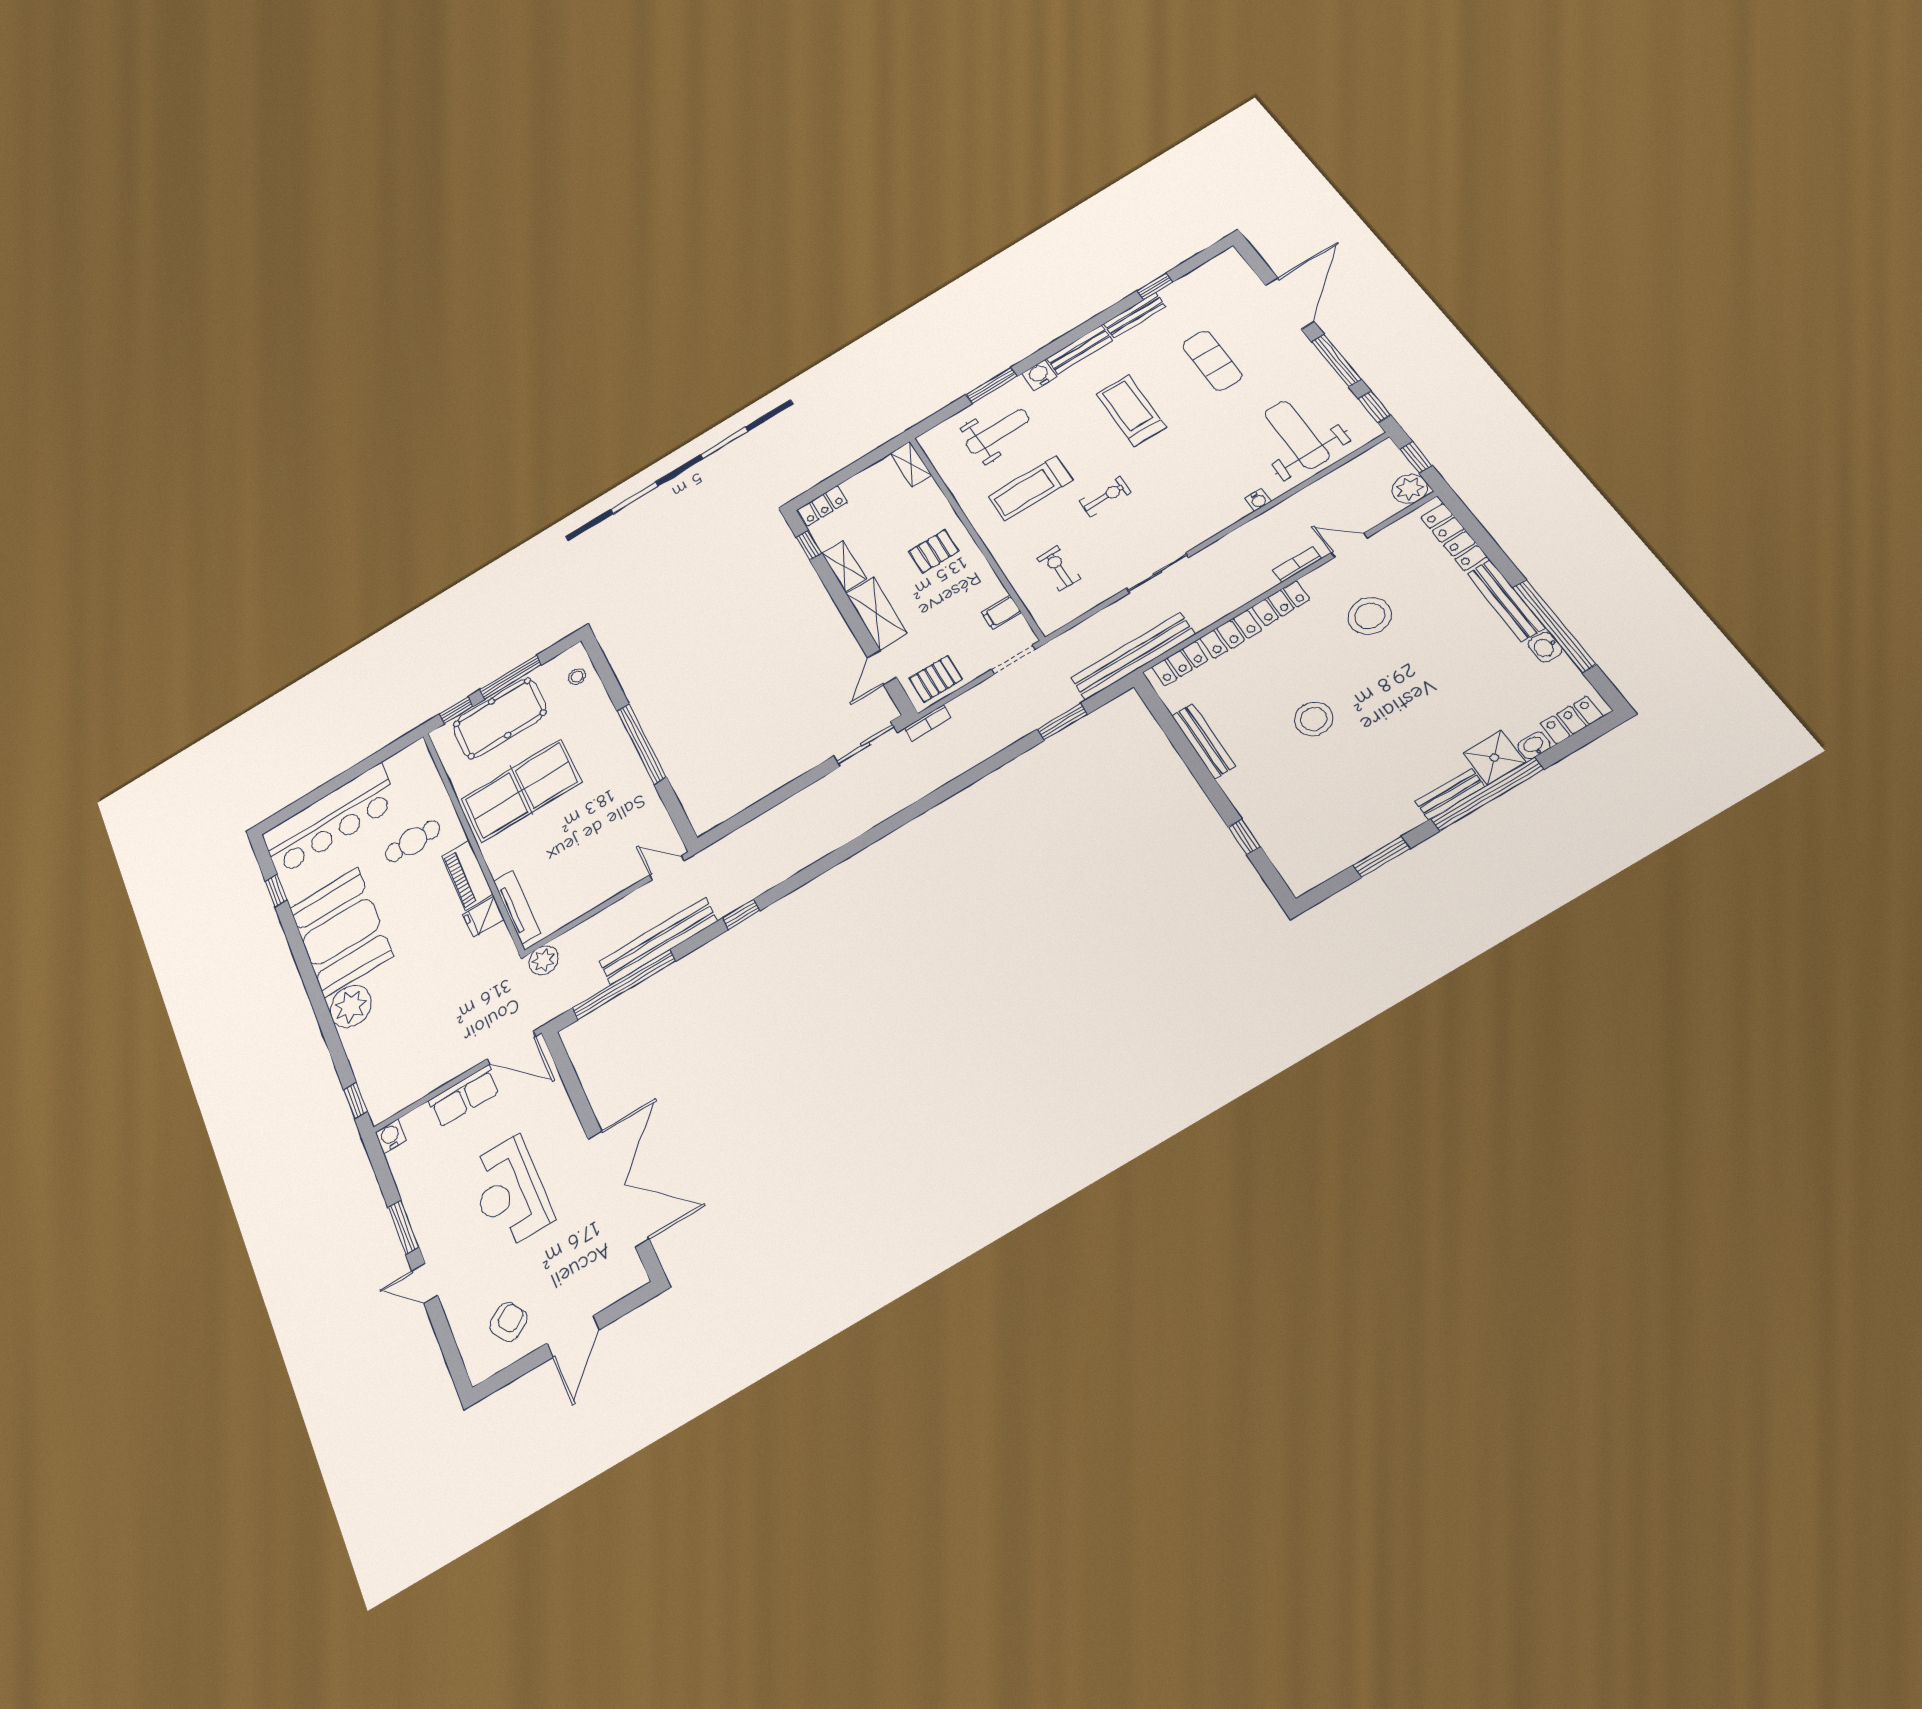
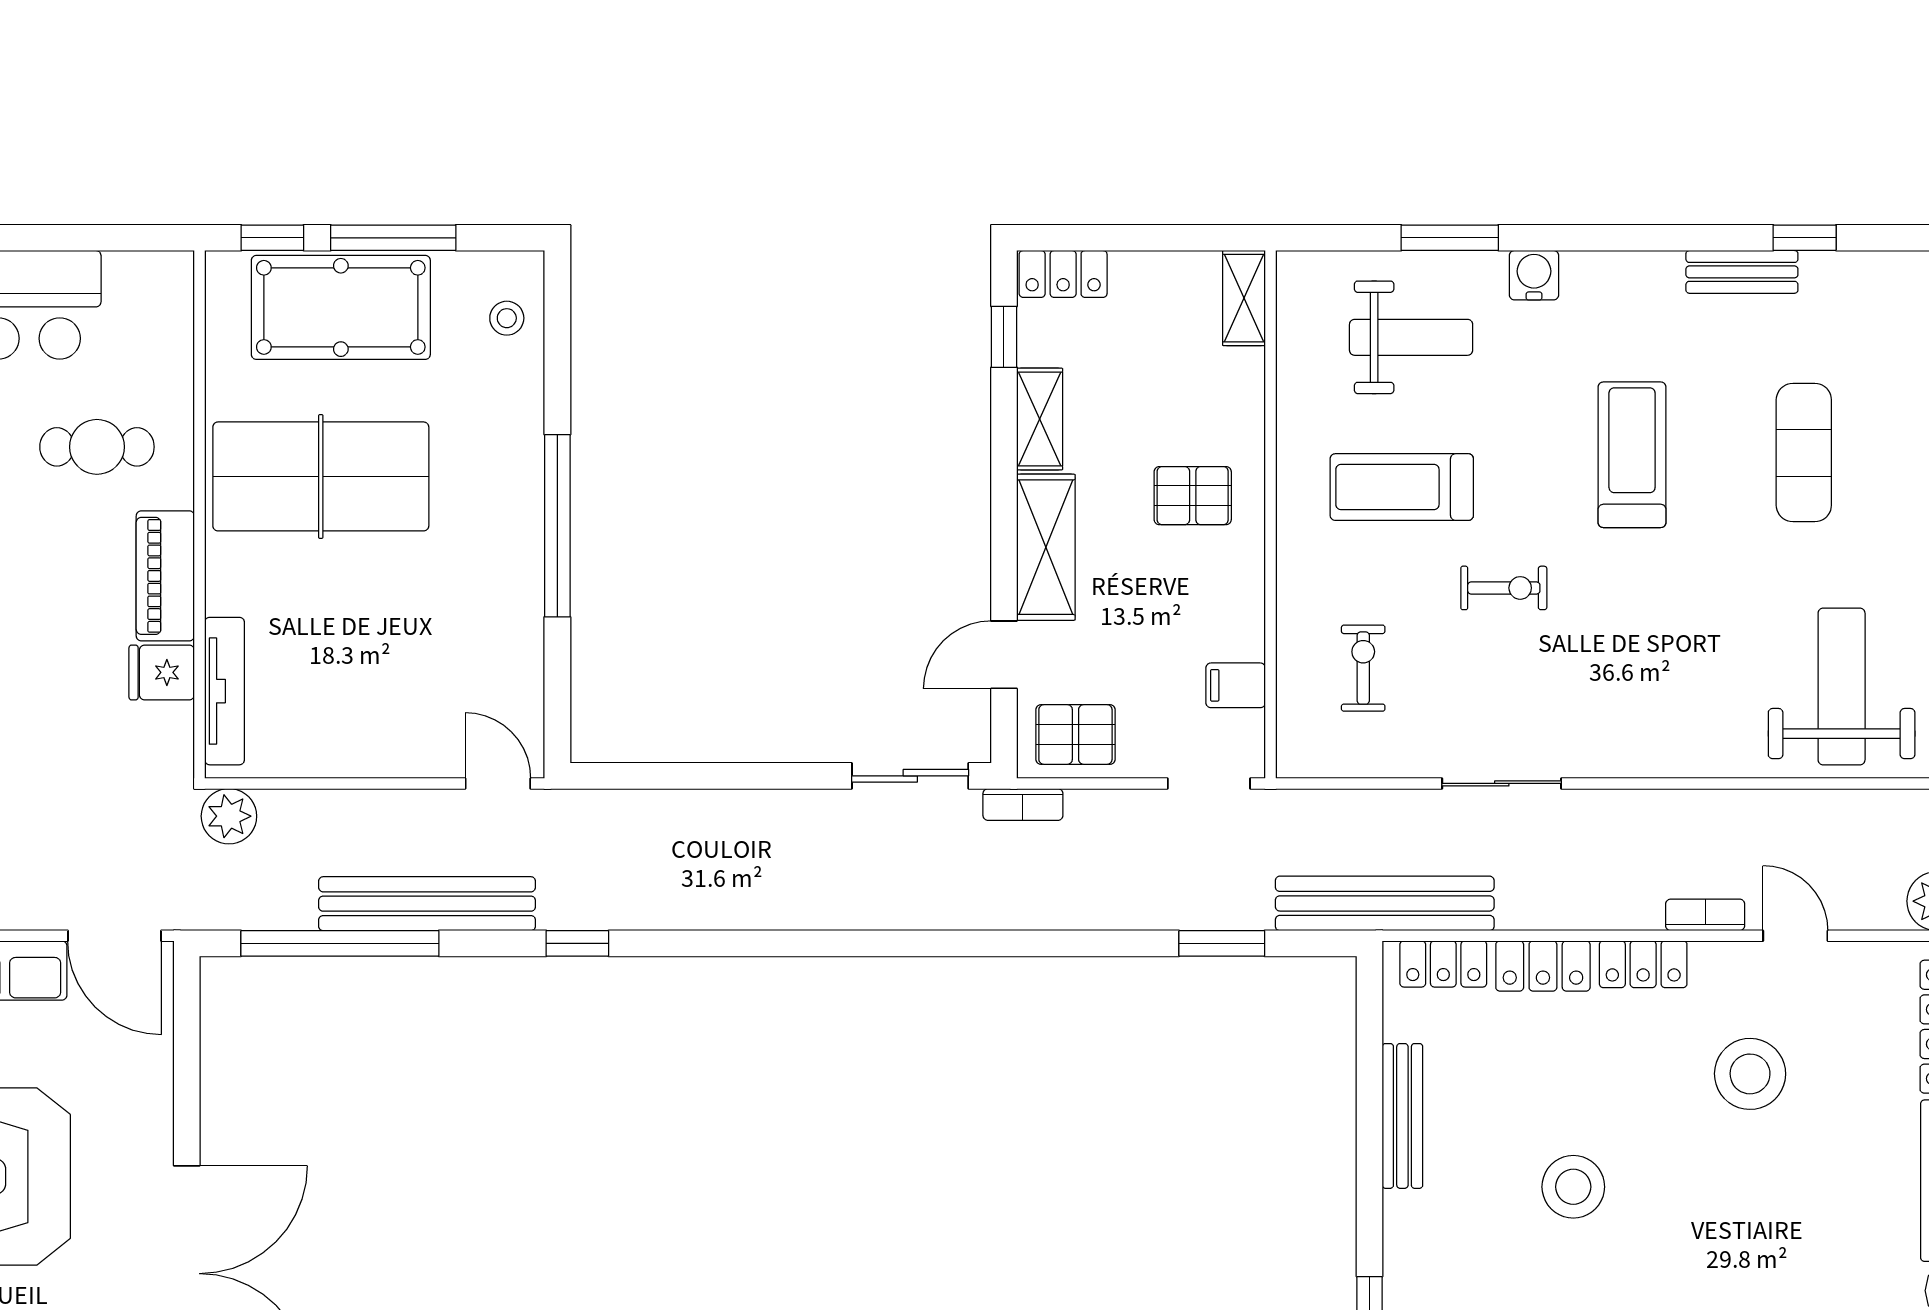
bench: (1080, 349) -> (1622, 273), removed
water cooler: (1258, 500) -> (1718, 762), removed

